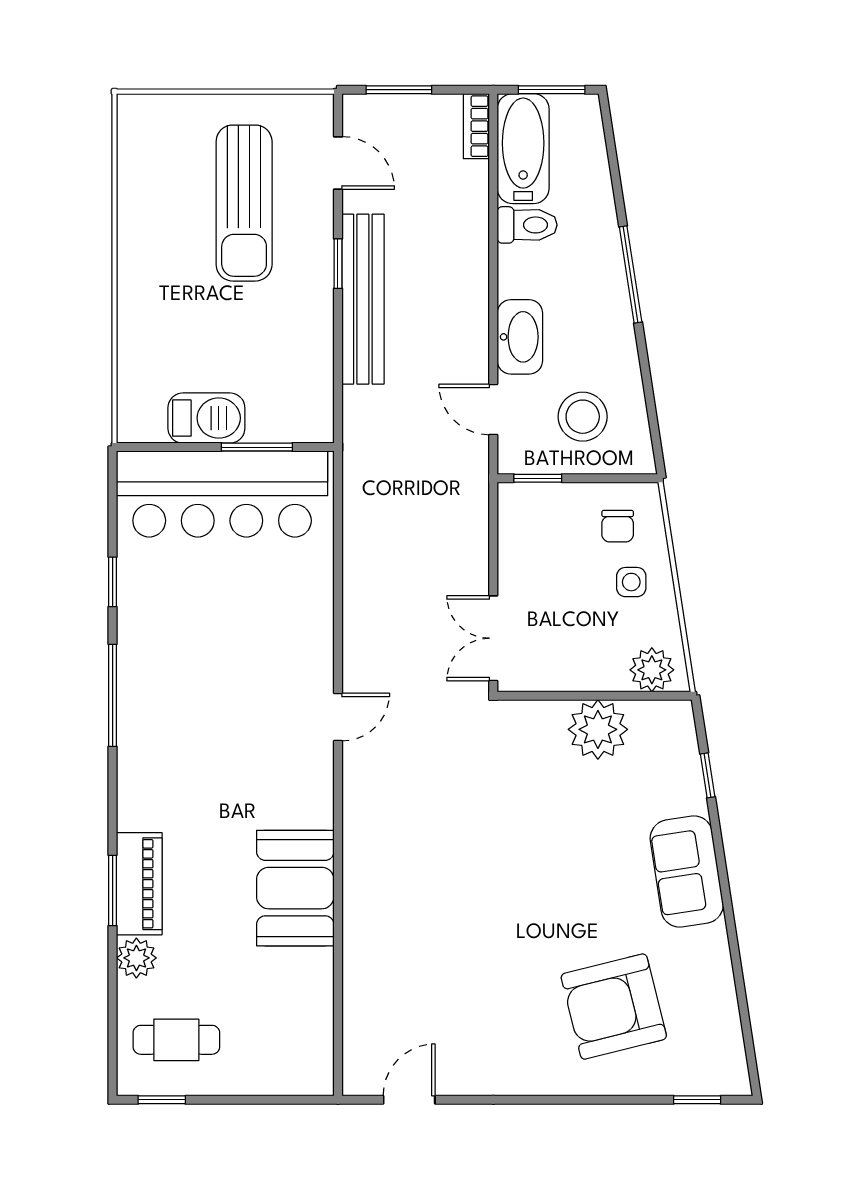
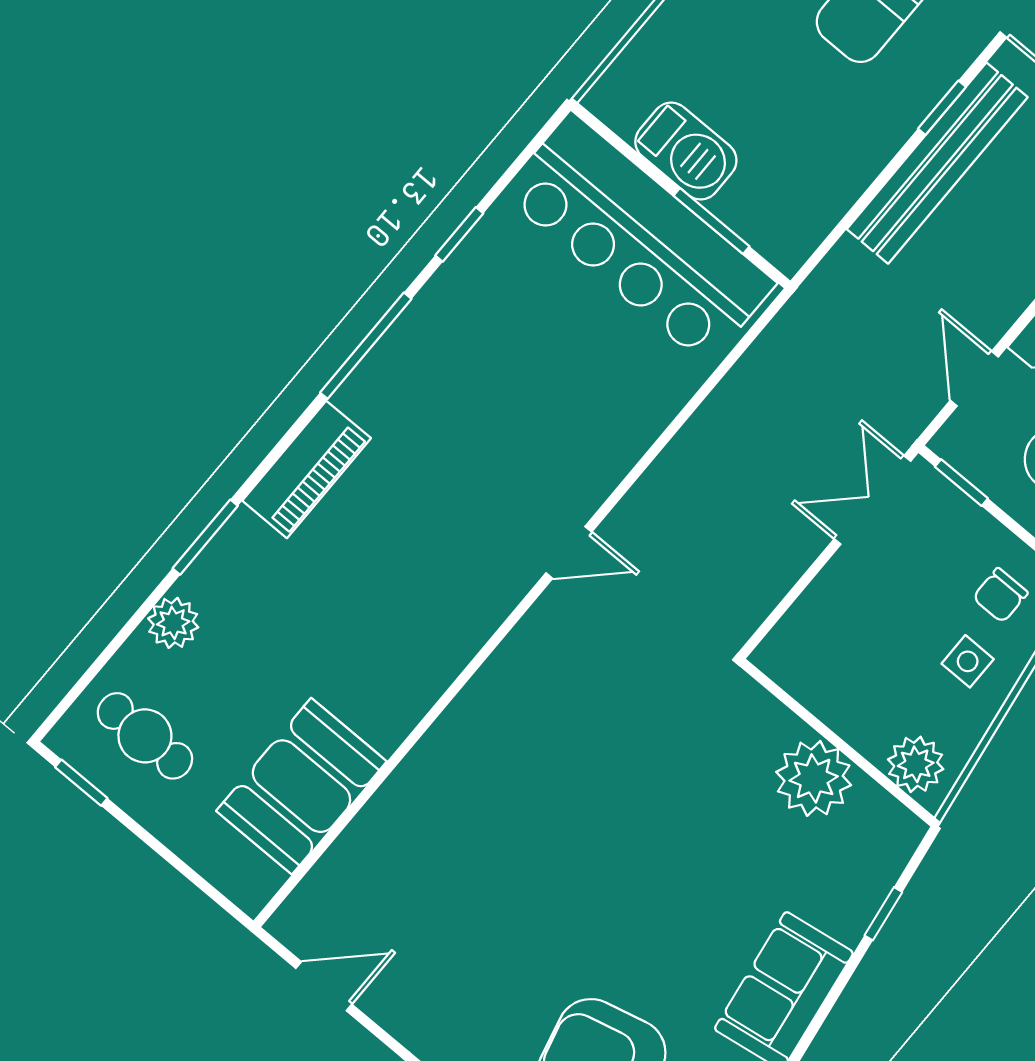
double door: (493, 638) -> (872, 500), moved
piano: (139, 884) -> (307, 469), moved
booth: (295, 888) -> (301, 786), moved

